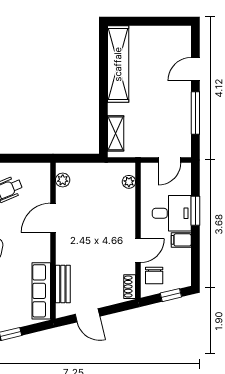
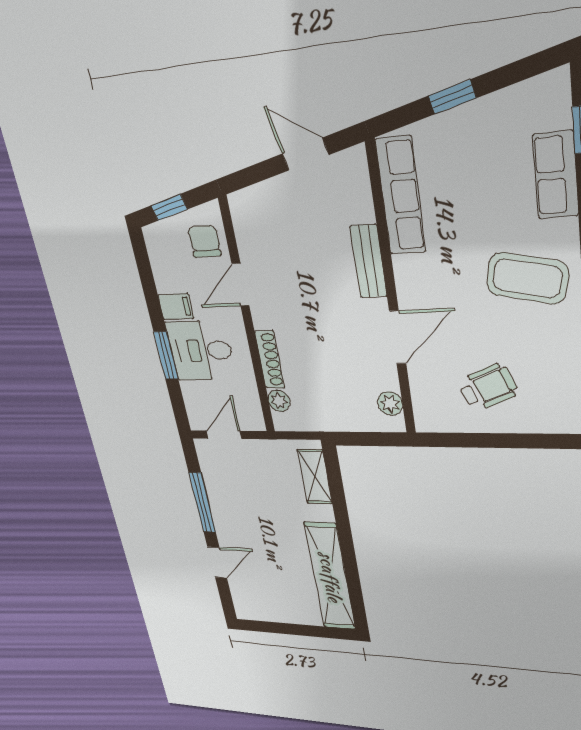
bench: (63, 284) -> (369, 261), moved
shoe rack: (130, 287) -> (270, 360), moved, width x1.43

